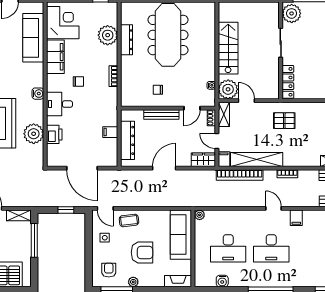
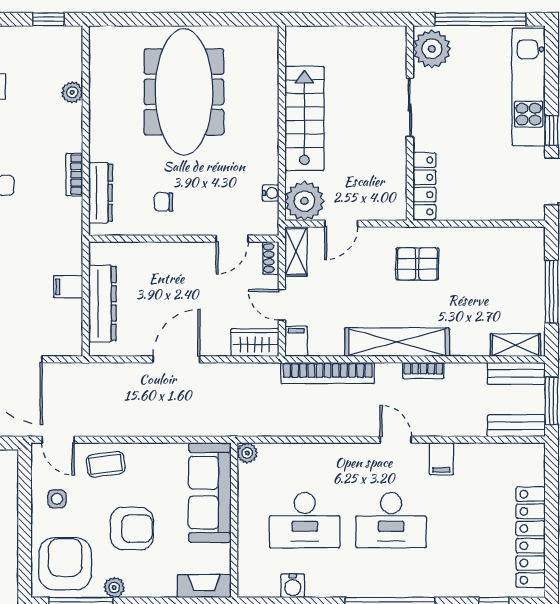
plant: (108, 35) -> (72, 92), width x0.53, depth x0.53
dresser: (126, 40) -> (101, 193), moved
door: (246, 101) -> (341, 224), swing flipped
bench: (161, 114) -> (171, 252), removed
shelving: (257, 160) -> (397, 342), moved
armchair: (109, 270) -> (65, 564), width x1.88, depth x1.88

